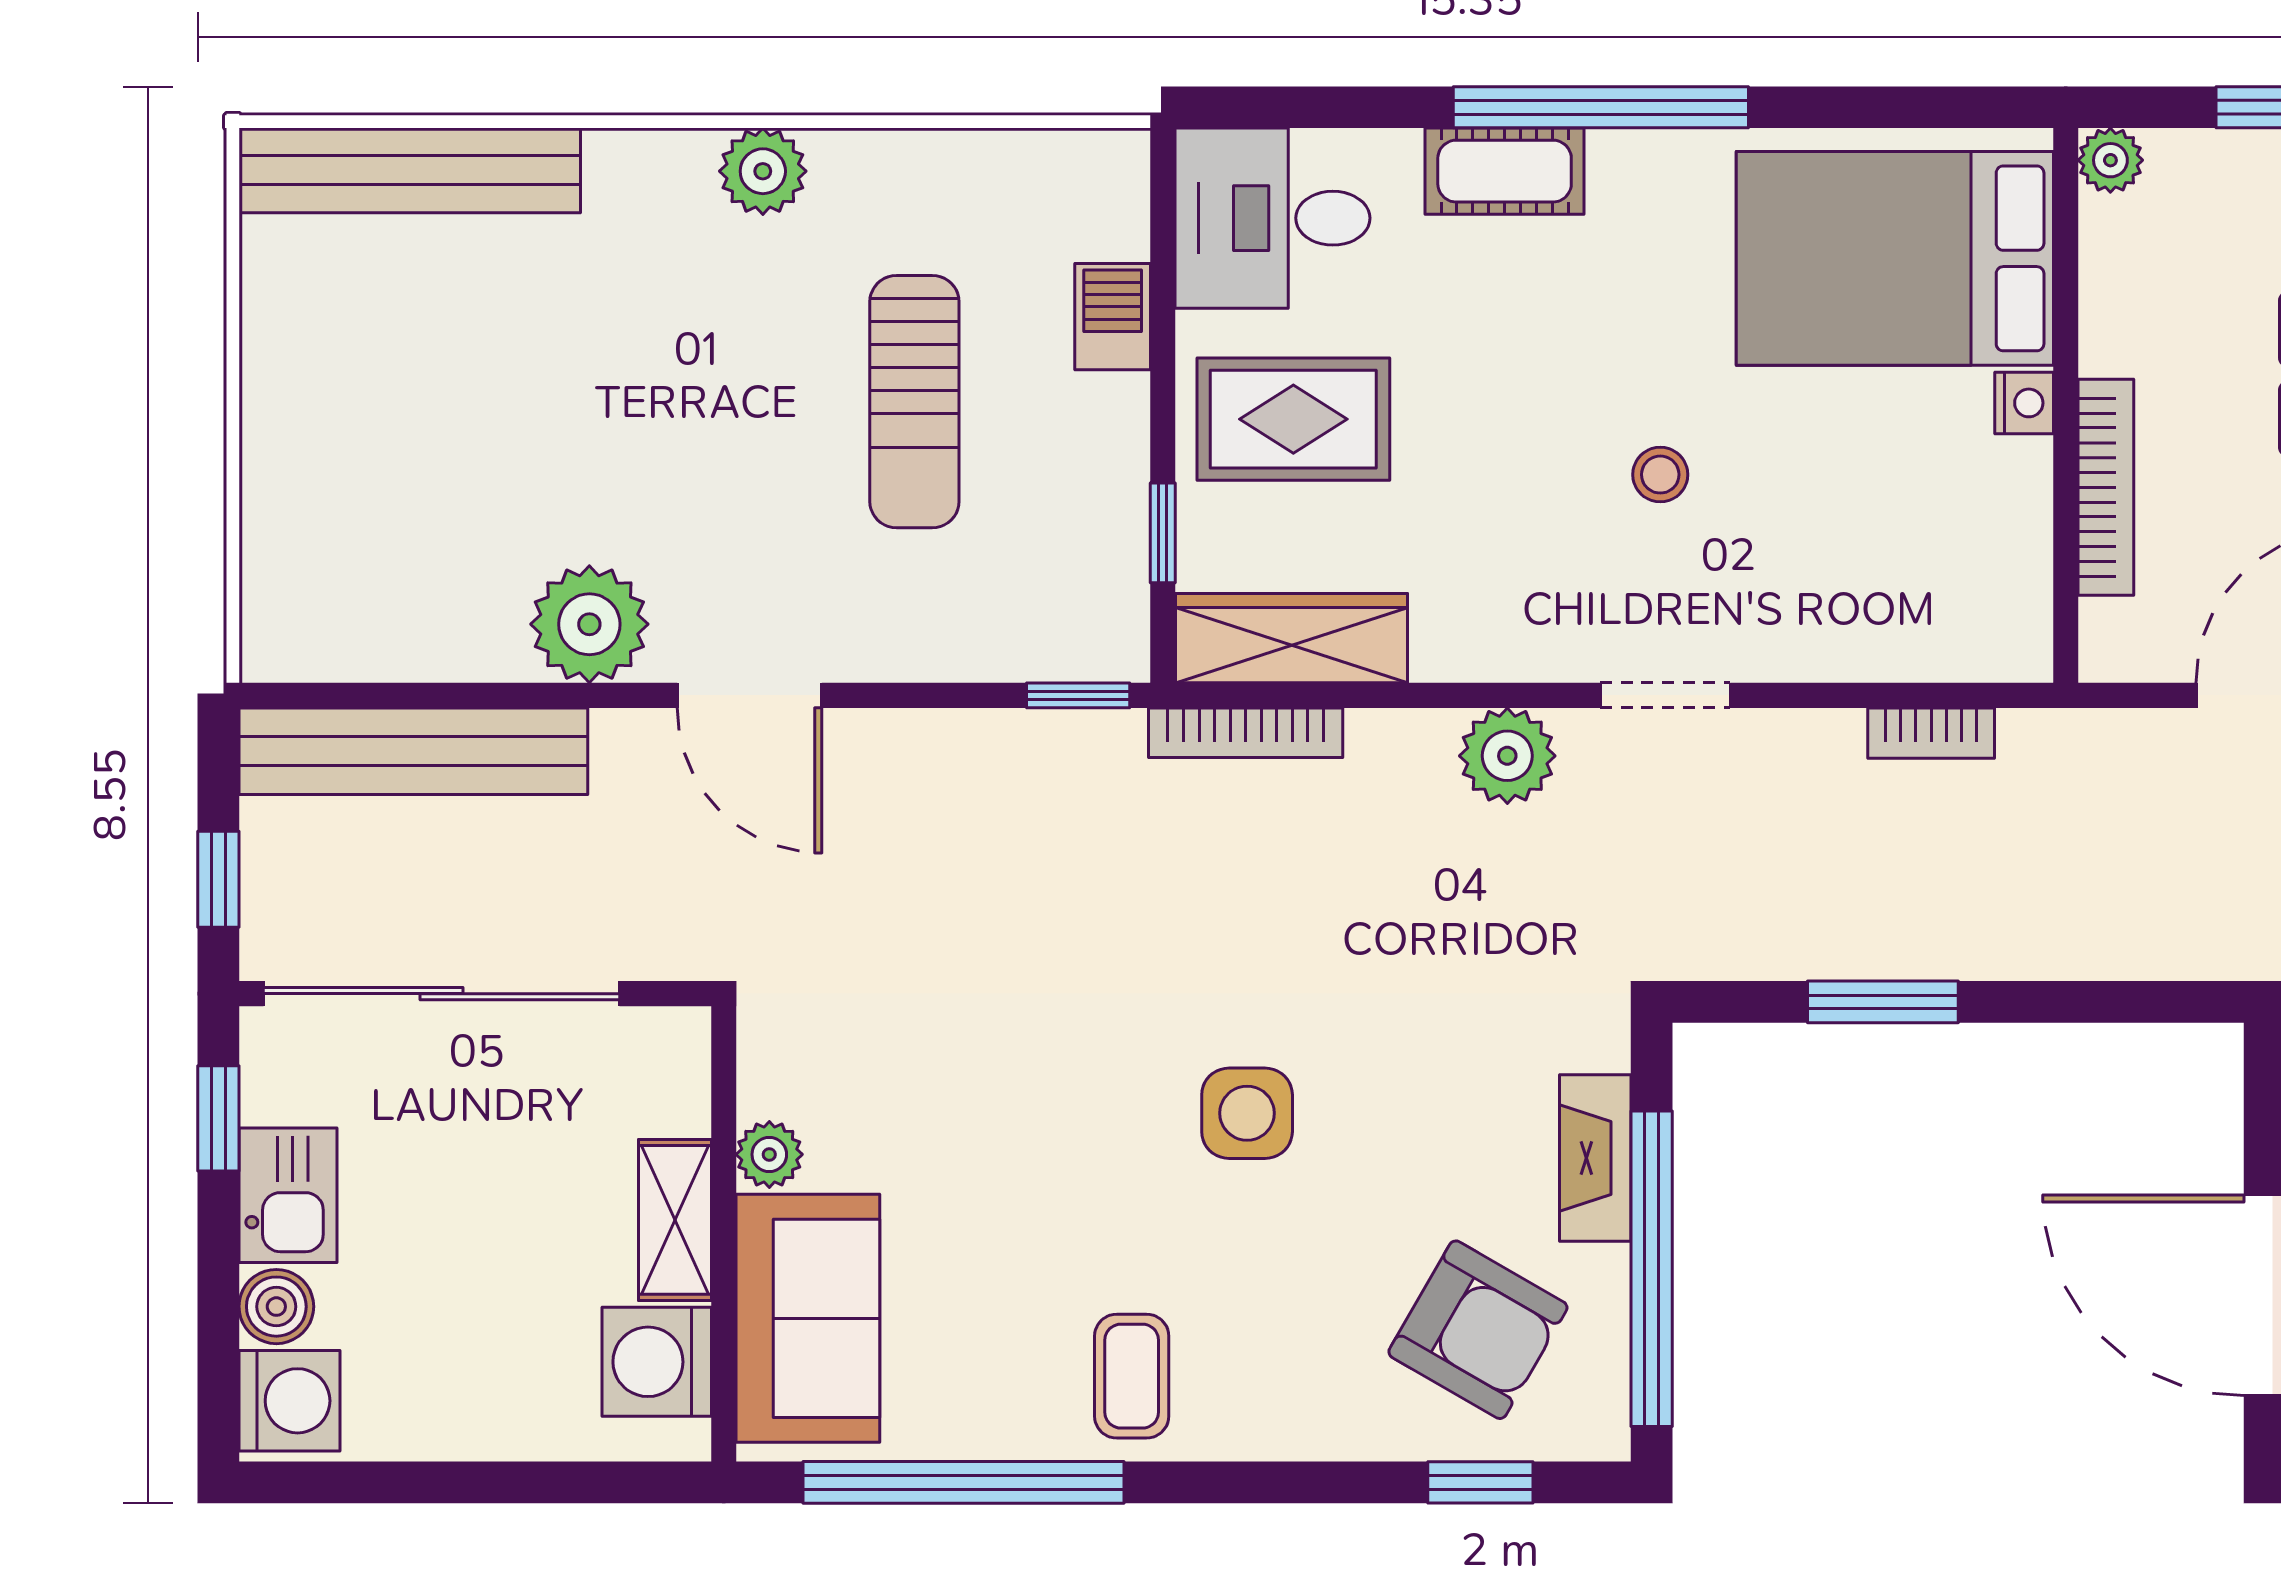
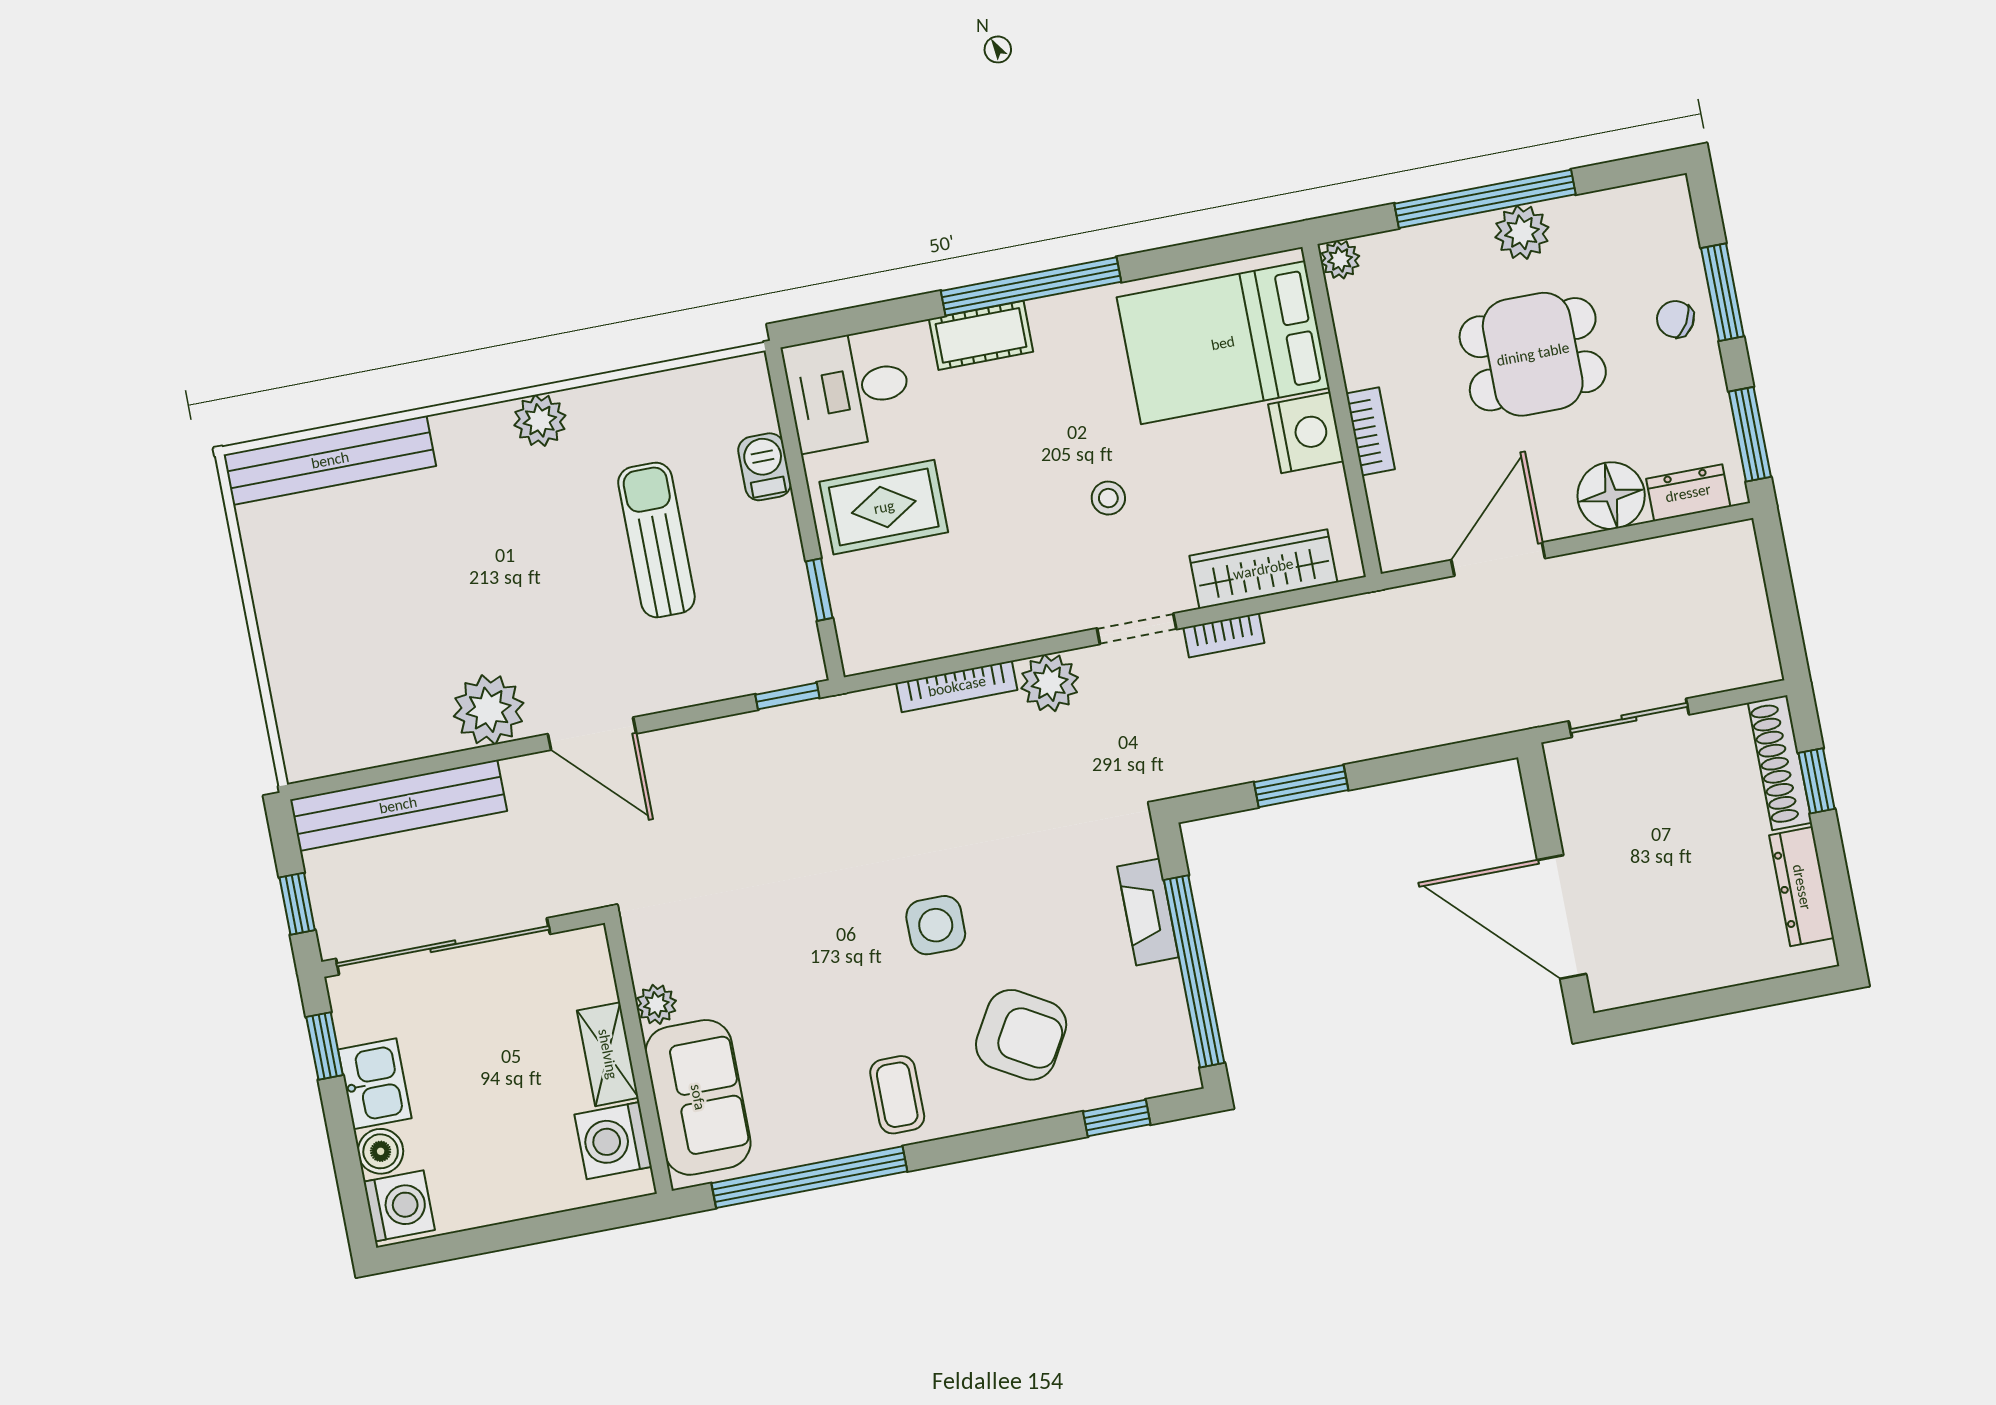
sun lounger: (914, 402) -> (656, 540), turned 180
nightstand: (2024, 403) -> (1306, 433), width x1.89, depth x1.79
bookcase: (2106, 487) -> (1370, 431), width x0.64
wardrobe: (1291, 638) -> (1263, 569), moved
bookcase: (1246, 733) -> (957, 686), moved
bookcase: (1931, 733) -> (1224, 635), moved
armchair: (1478, 1330) -> (1021, 1035), moved

